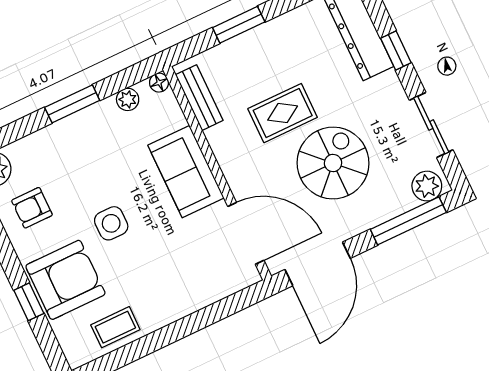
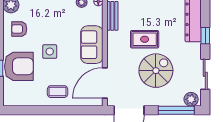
door: (246, 233) -> (105, 83), swing flipped
coffee table: (115, 327) -> (58, 92), moved

